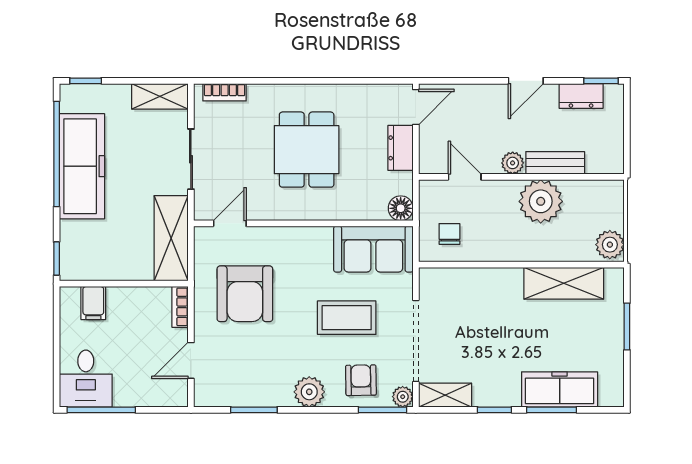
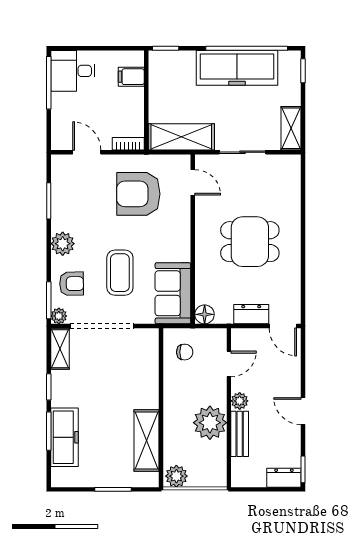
bookcase: (225, 92) -> (294, 178), removed
dresser: (581, 96) -> (284, 478), moved, turned 90

